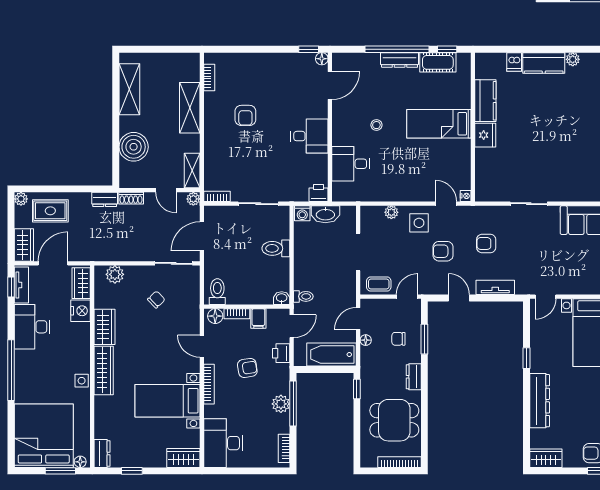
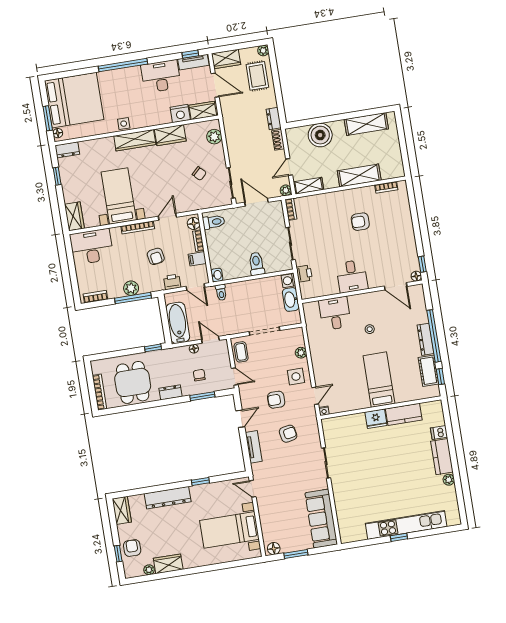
printer: (319, 193) -> (304, 274), moved
armchair: (486, 243) -> (288, 434), turned 79
armchair: (443, 251) -> (276, 400), turned -90

